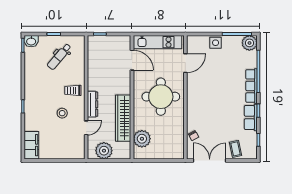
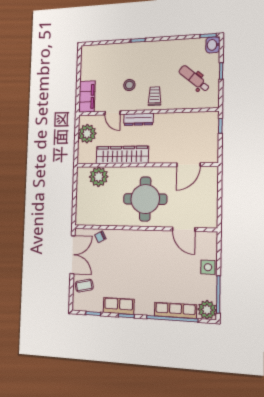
kitchen unit: (157, 42) -> (210, 196), removed
row of seats: (251, 86) -> (175, 310), moved
filing cabinet: (31, 145) -> (87, 97), moved, turned -90

